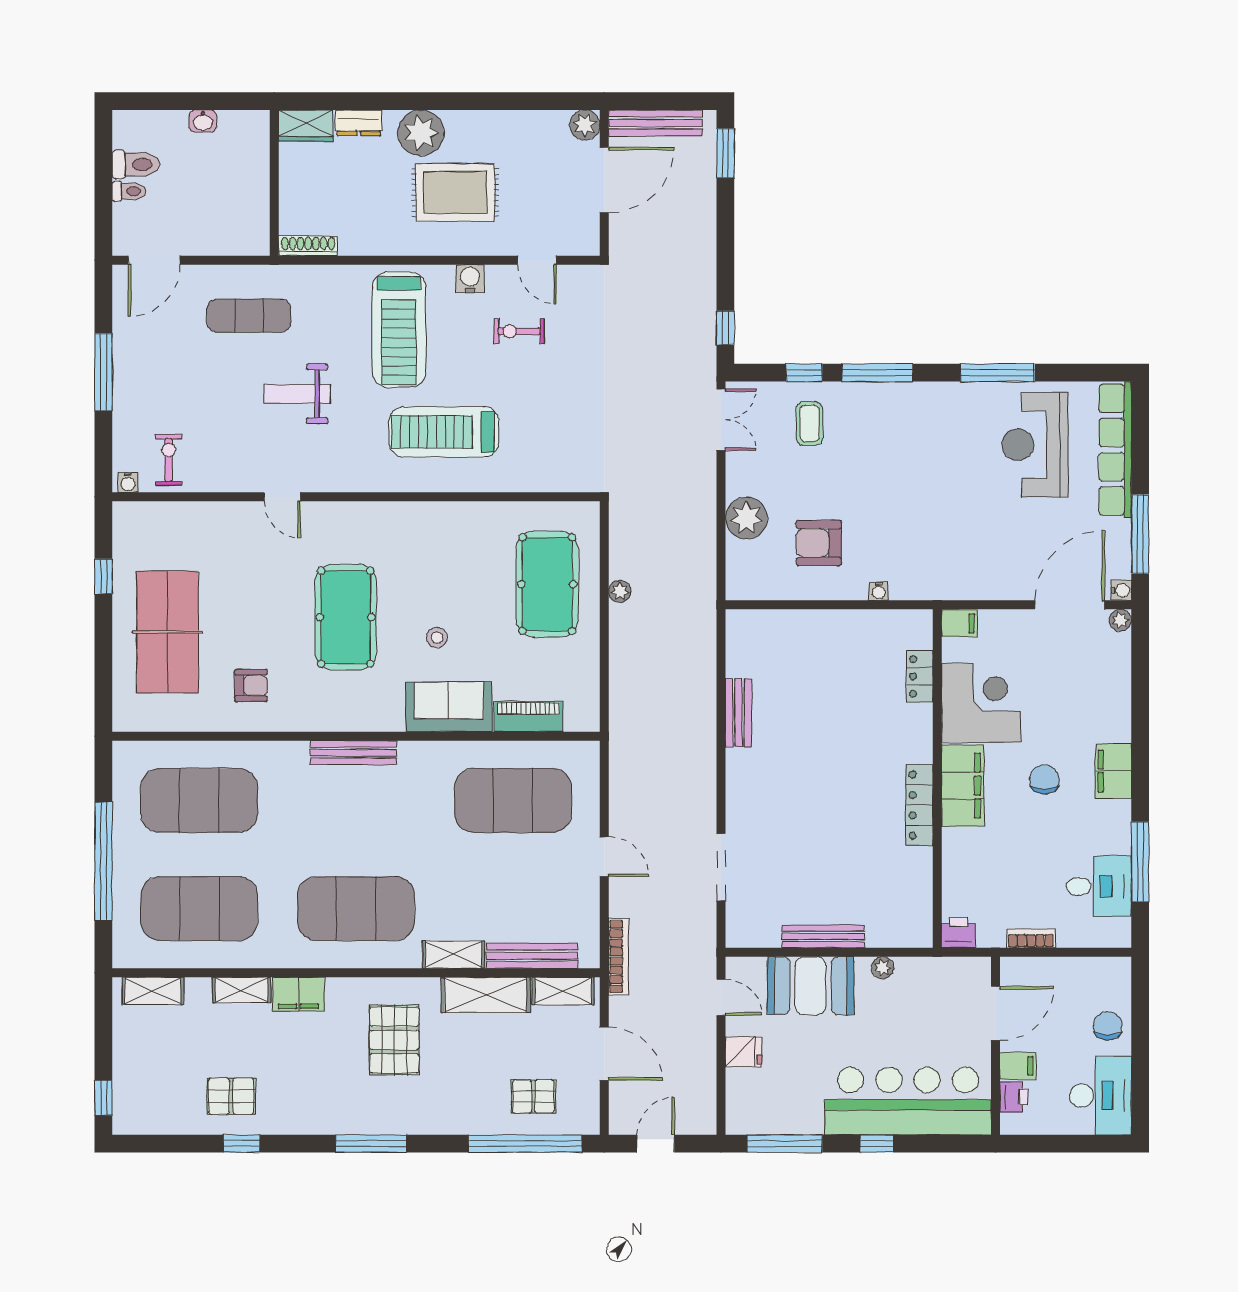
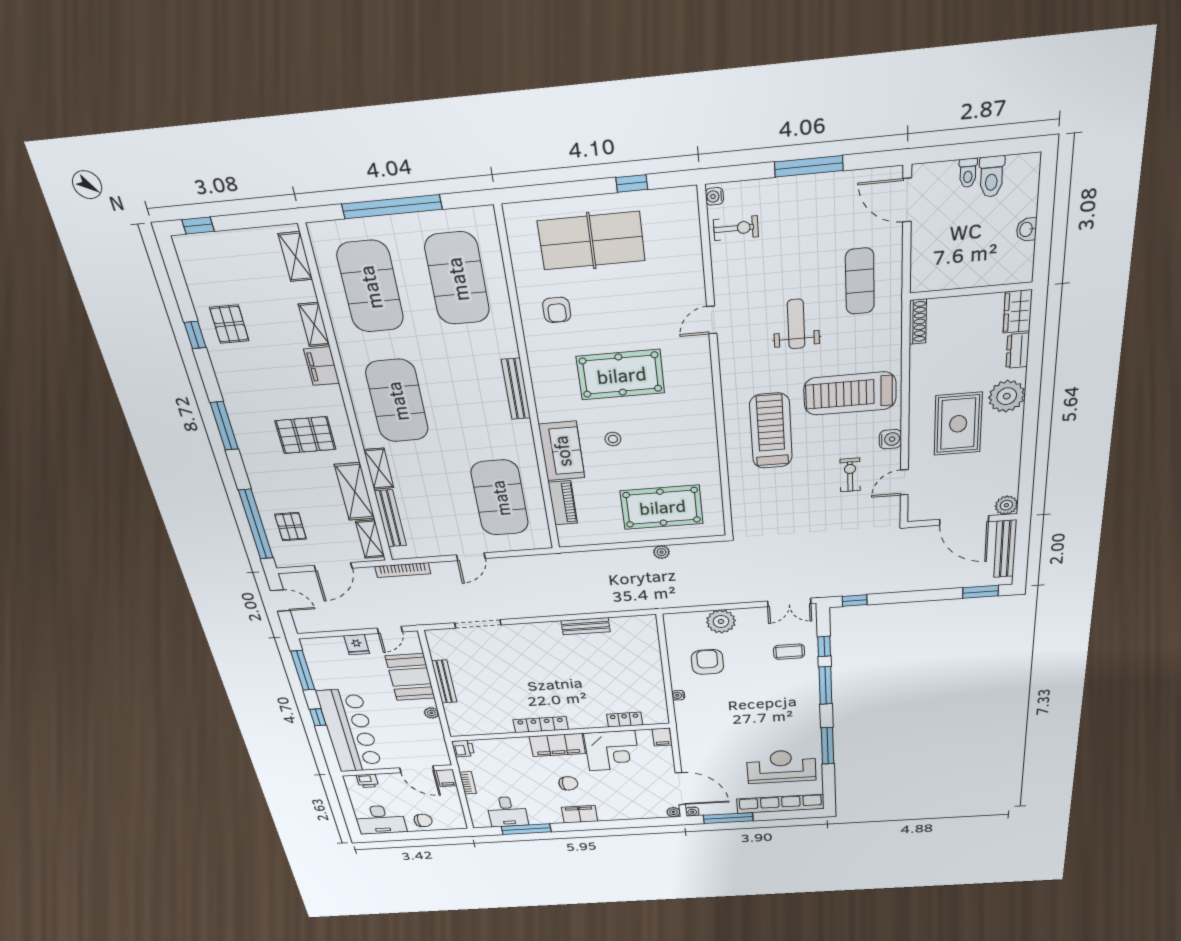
filing cabinet: (1018, 1066) -> (447, 778), moved

